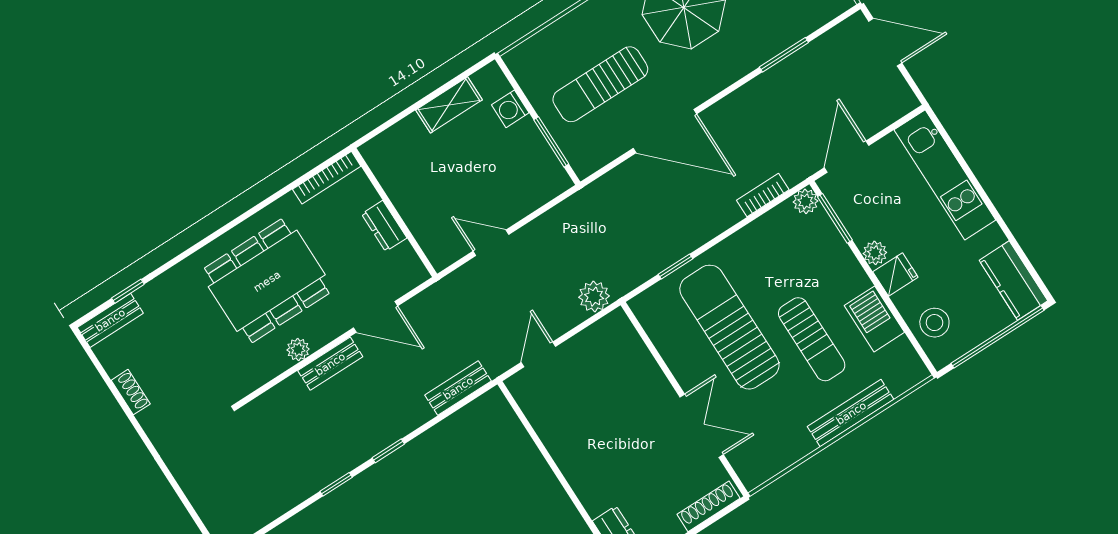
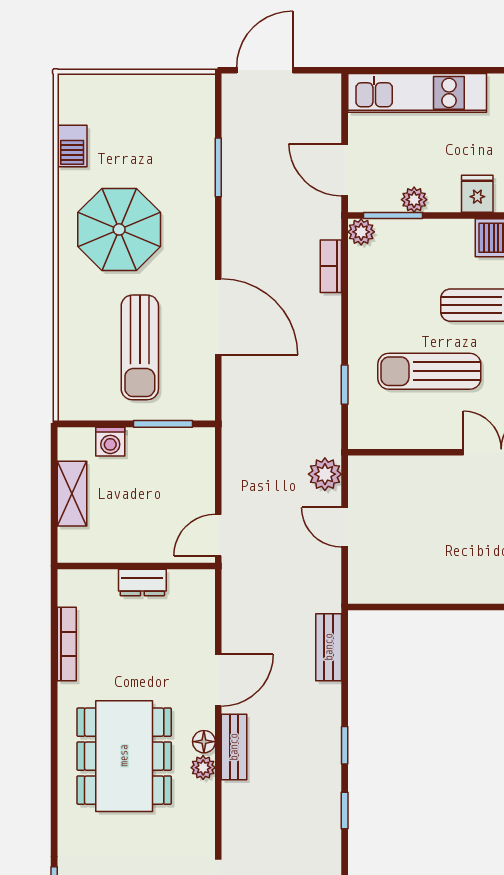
door: (665, 131) -> (218, 317), hinge flipped
wall: (394, 213) -> (136, 566), moved
dresser: (384, 226) -> (142, 583), moved
plant: (875, 253) -> (414, 200), moved
sun lounger: (729, 327) -> (429, 371), width x0.73, depth x0.75
floor lamp: (319, 337) -> (204, 742), added
door: (538, 354) -> (345, 527), moved

